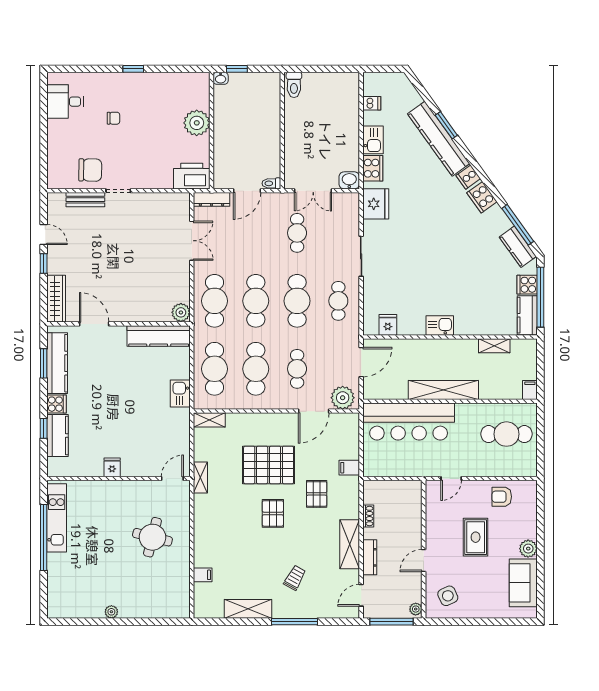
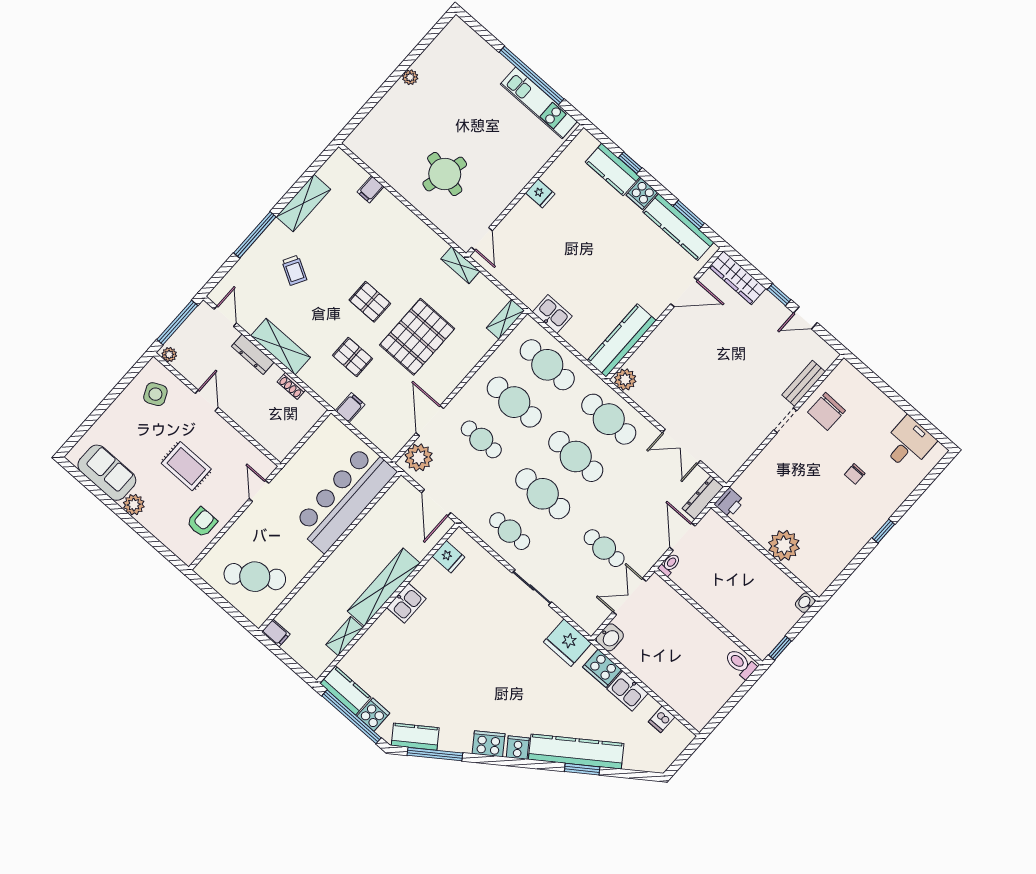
window: (237, 69) -> (780, 648), moved
printer: (192, 176) -> (729, 503), width x0.53, depth x0.68
shelving: (443, 390) -> (384, 587), moved
cafe table: (507, 434) -> (255, 577), turned 56

